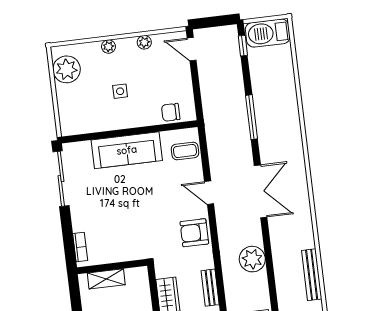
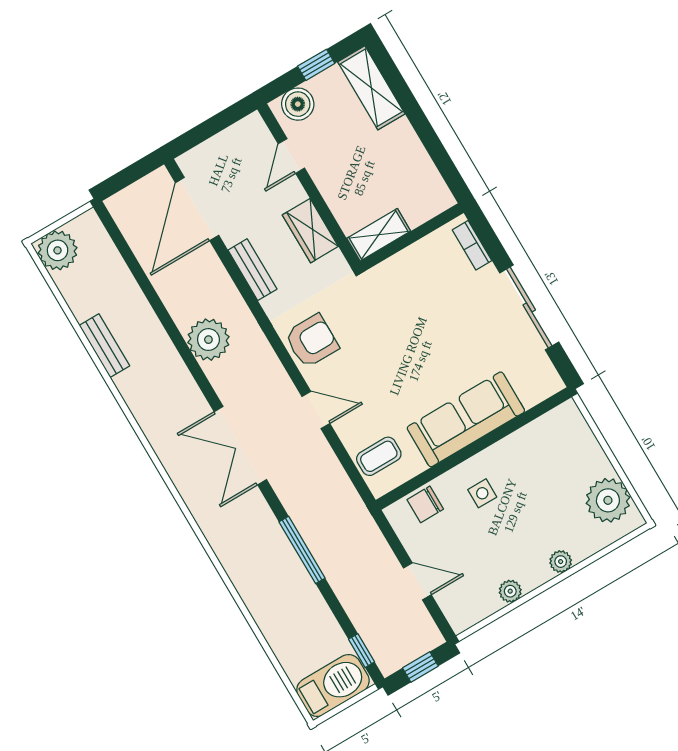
window: (214, 22) -> (420, 667), added
door: (192, 49) -> (417, 581), moved
side table: (120, 91) -> (482, 493), moved
chair: (171, 112) -> (425, 504), turned 180
sliding door: (61, 179) -> (529, 307), moved
bench: (312, 275) -> (104, 346), width x0.73
shelving: (106, 279) -> (379, 235), moved

